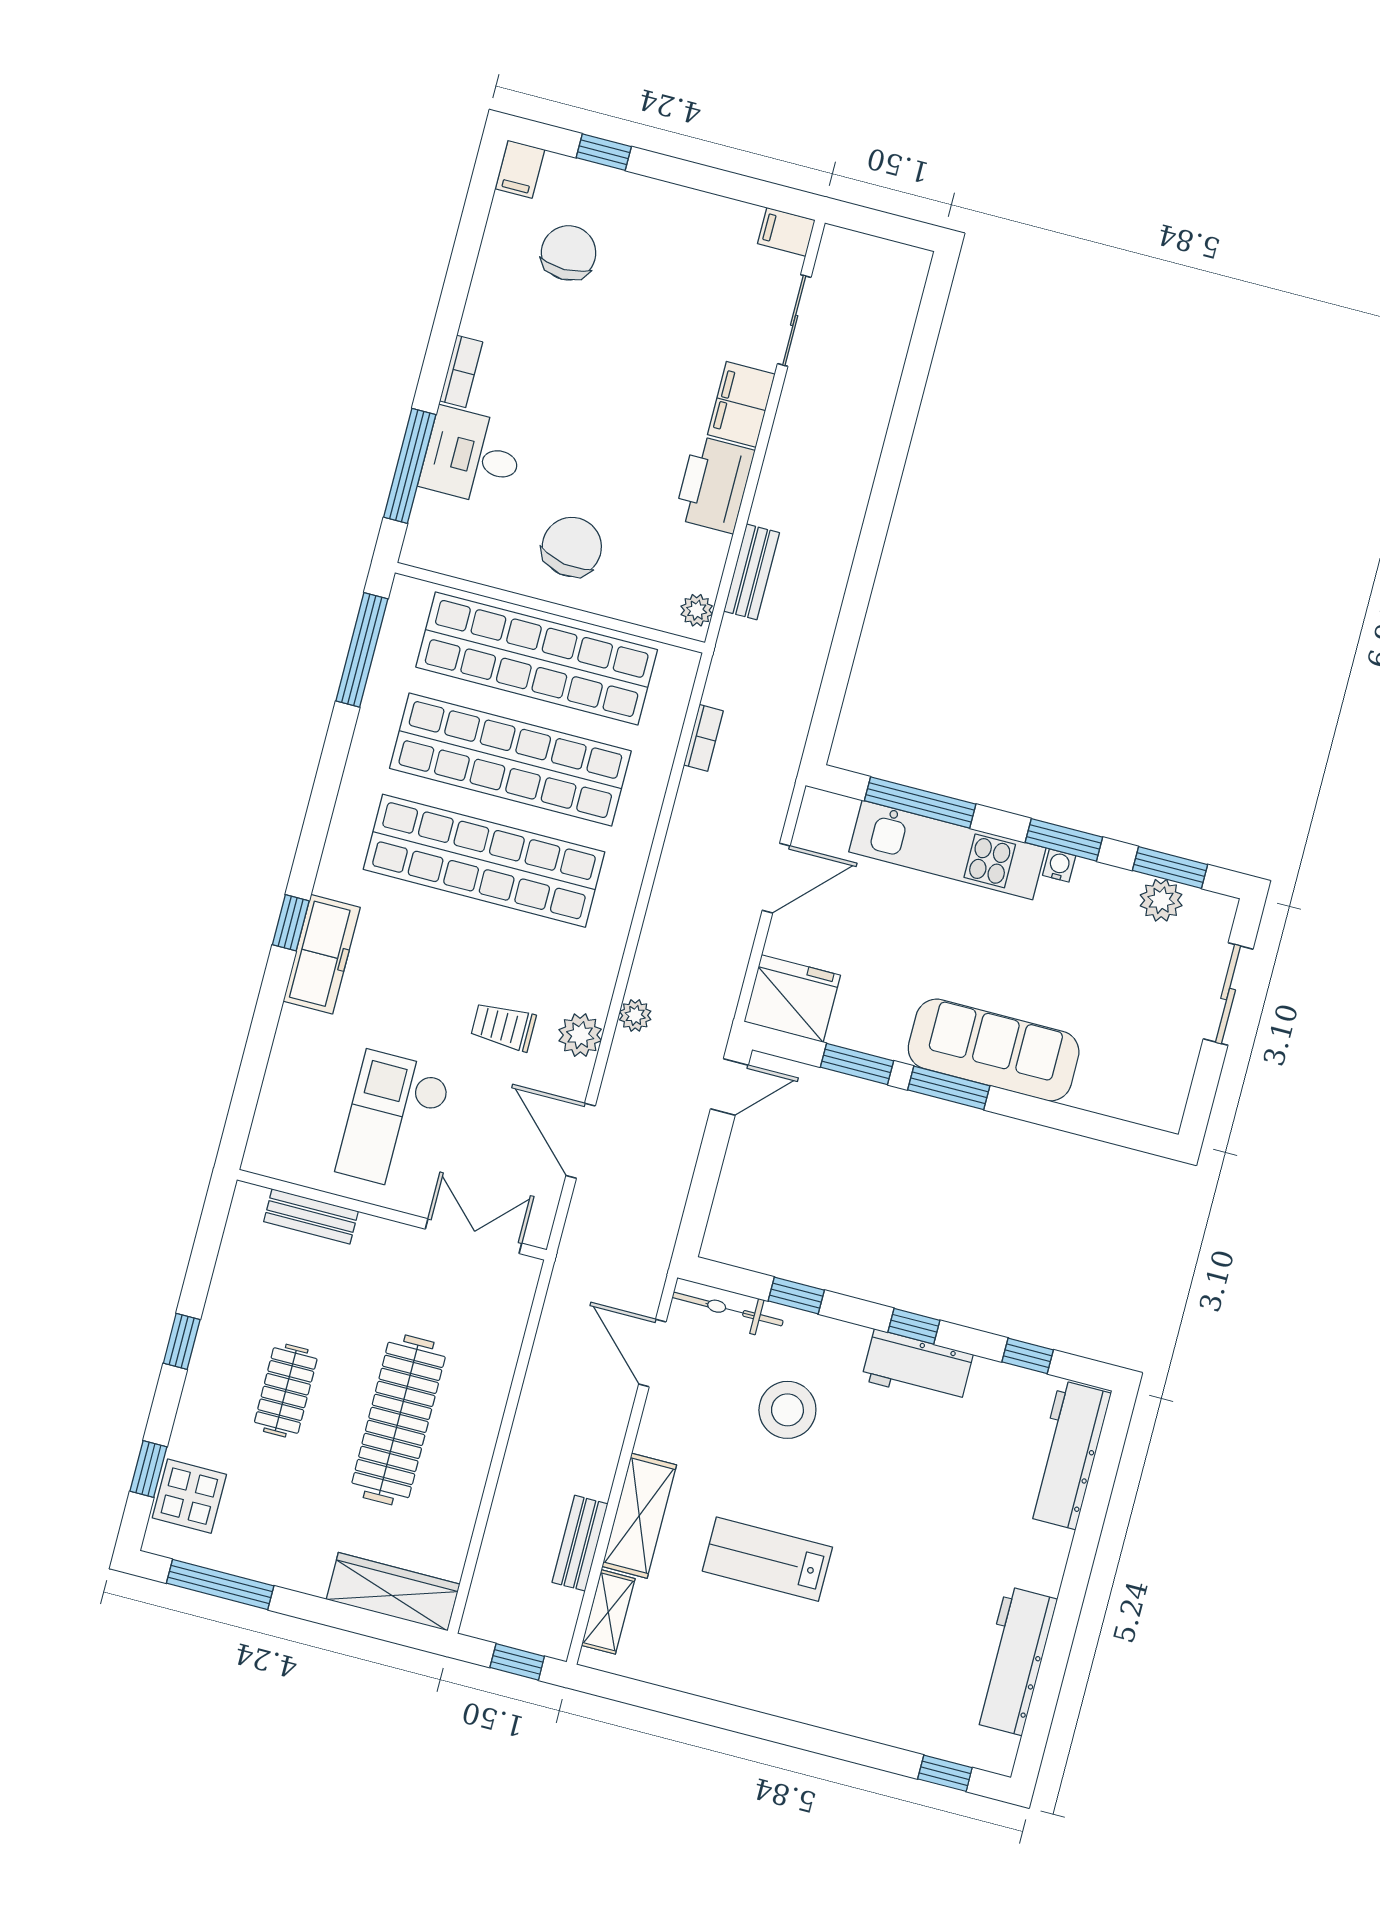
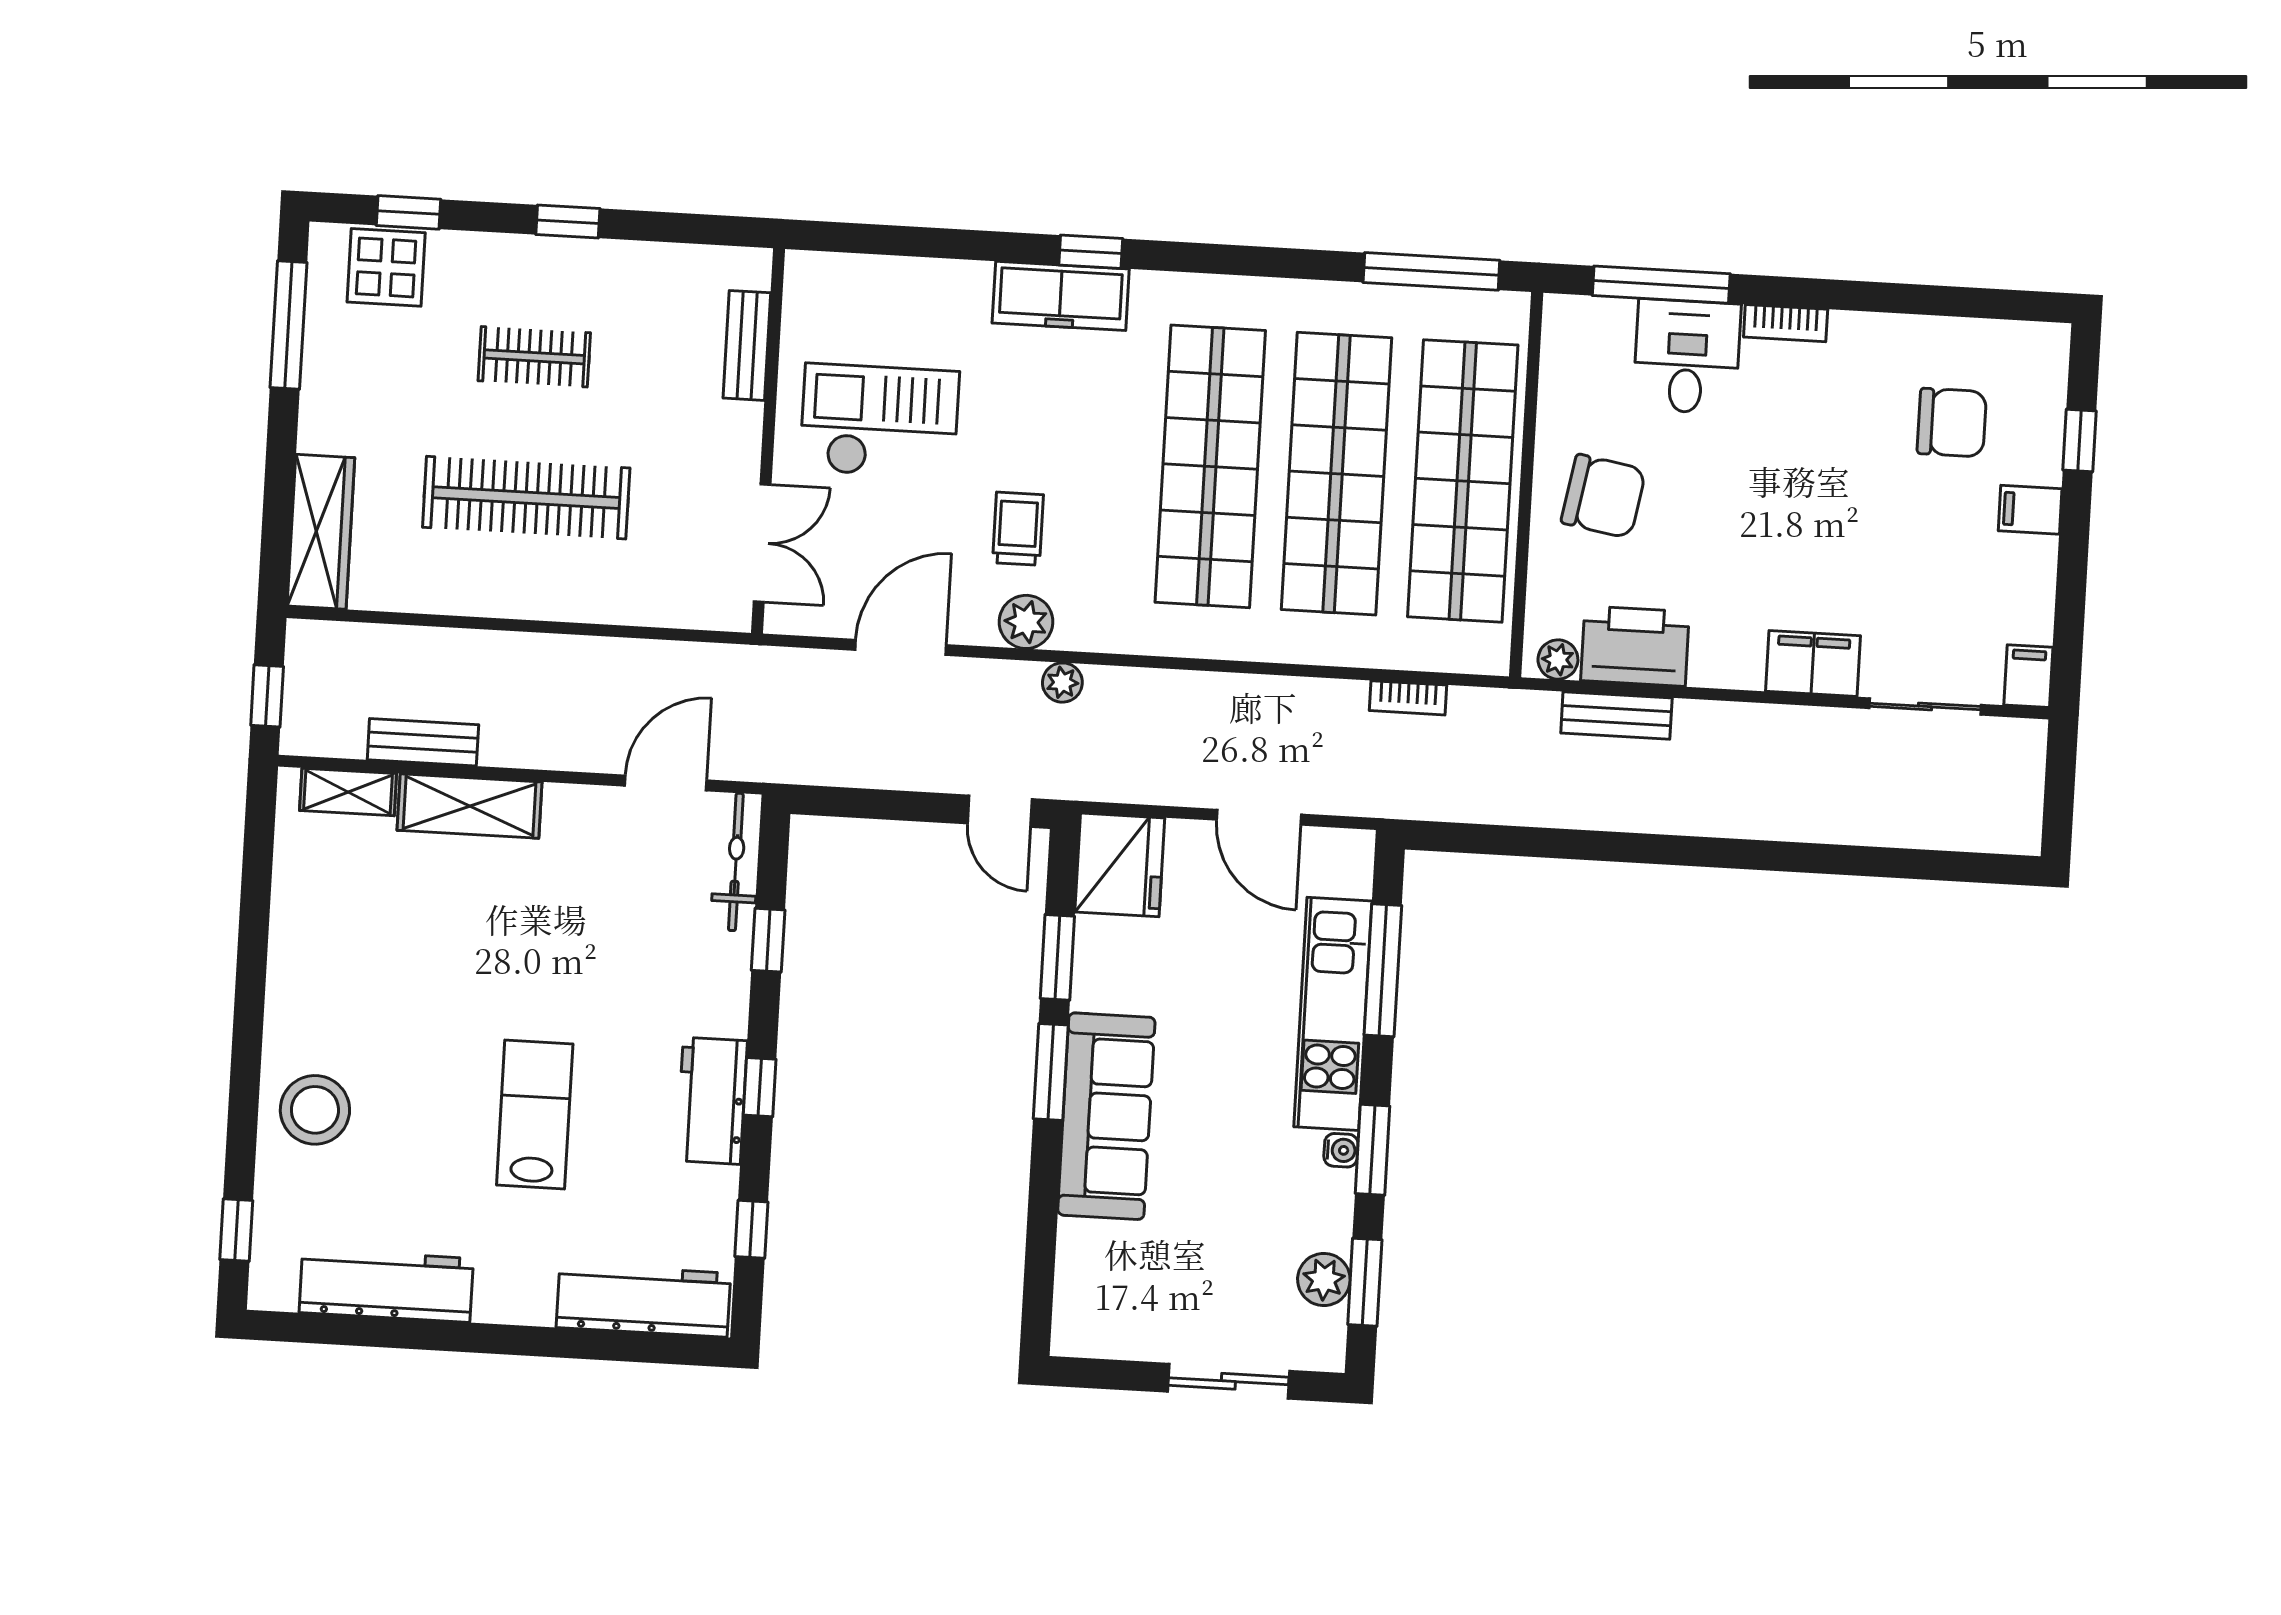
filing cabinet: (520, 169) -> (2030, 510), moved
printer: (714, 484) -> (1635, 646), moved
stool: (787, 1410) -> (315, 1110), moved
lab bench: (767, 1559) -> (535, 1114), moved

